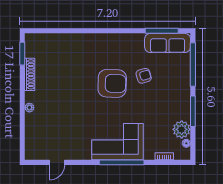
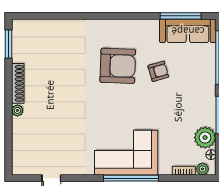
shoe rack: (30, 74) -> (18, 83), moved
armchair: (112, 83) -> (118, 66), moved
plant: (179, 155) -> (202, 169), added

